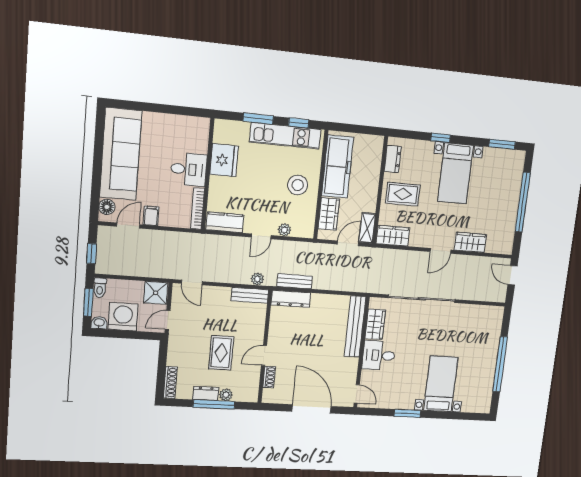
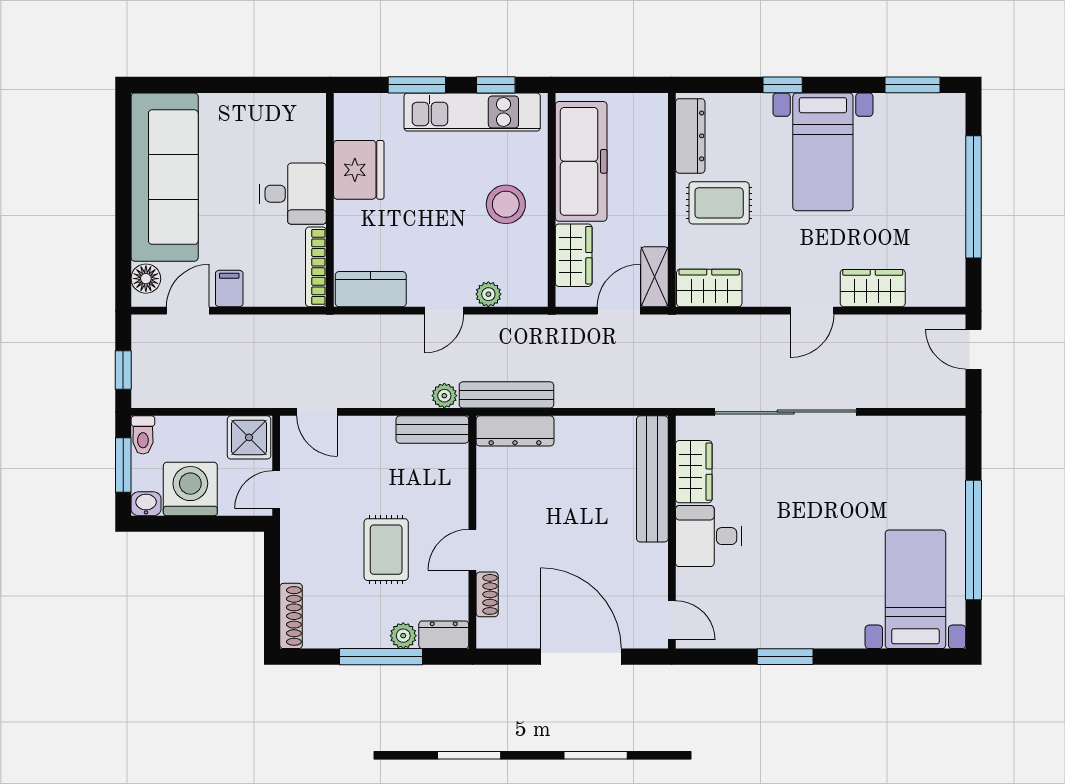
dresser: (393, 159) -> (690, 136), width x1.44
bench: (295, 281) -> (506, 395), width x1.36
bed with nightstands: (441, 384) -> (915, 589), moved
dresser: (206, 393) -> (444, 635), moved

